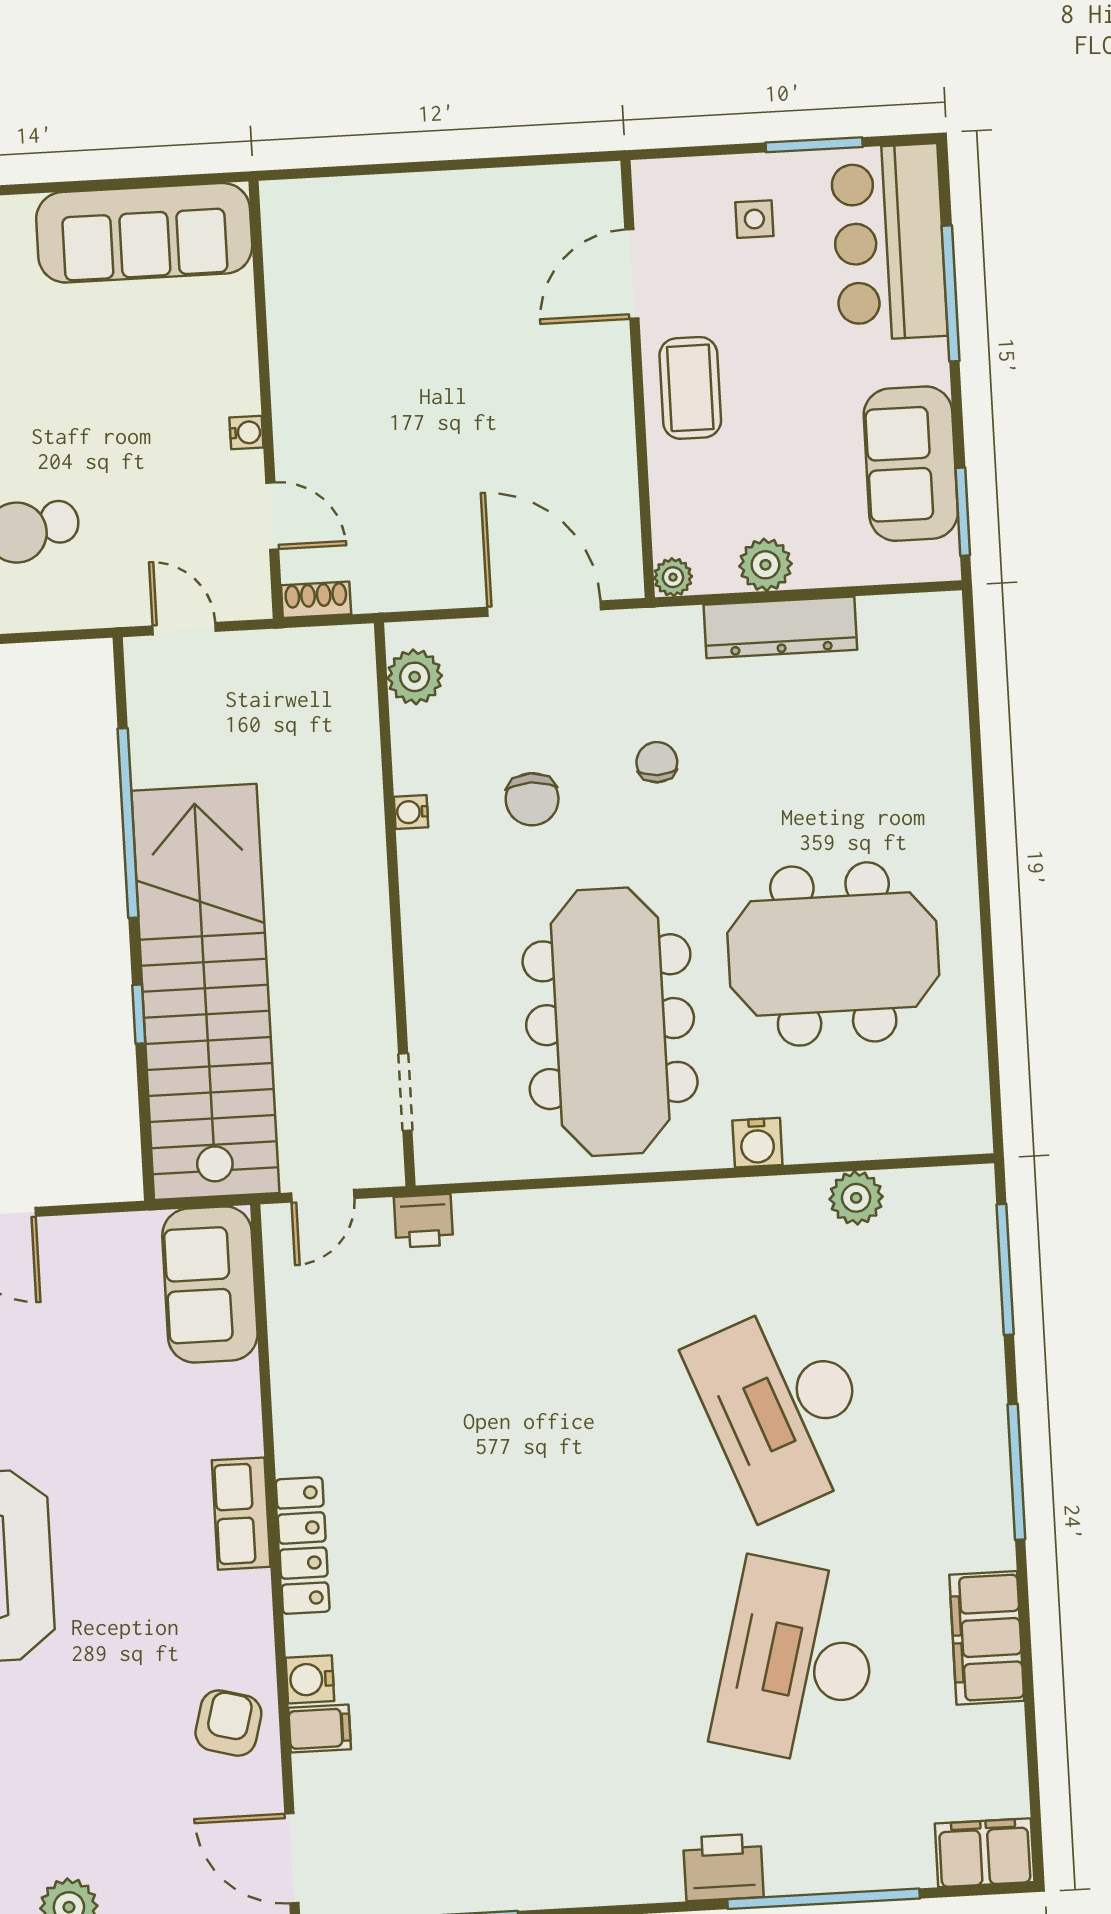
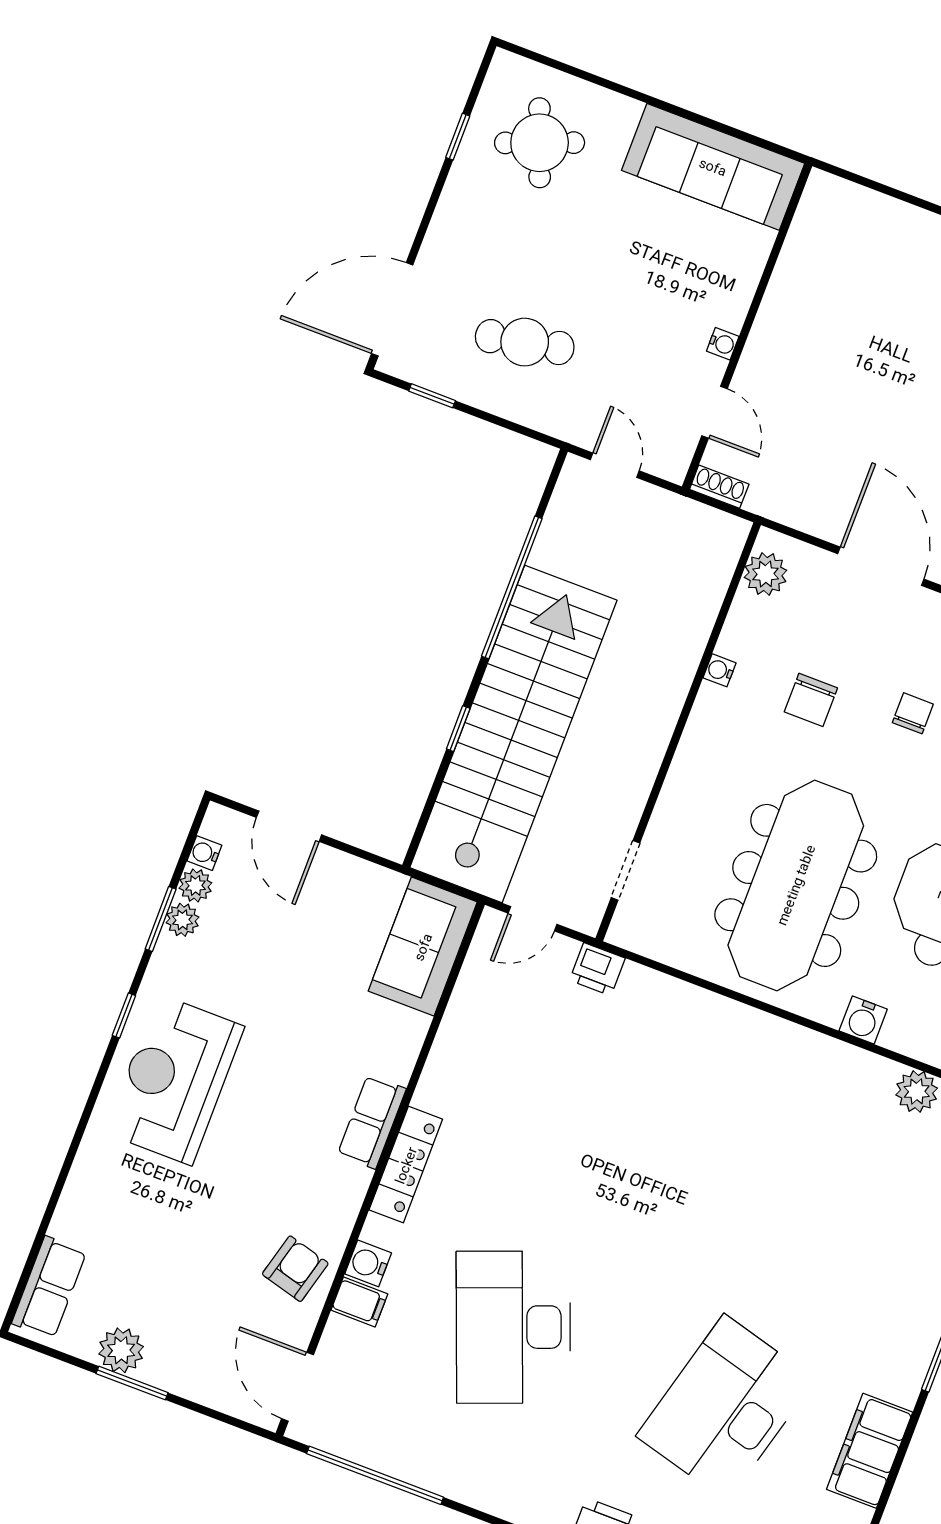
desk: (784, 1408) -> (513, 1327), moved

